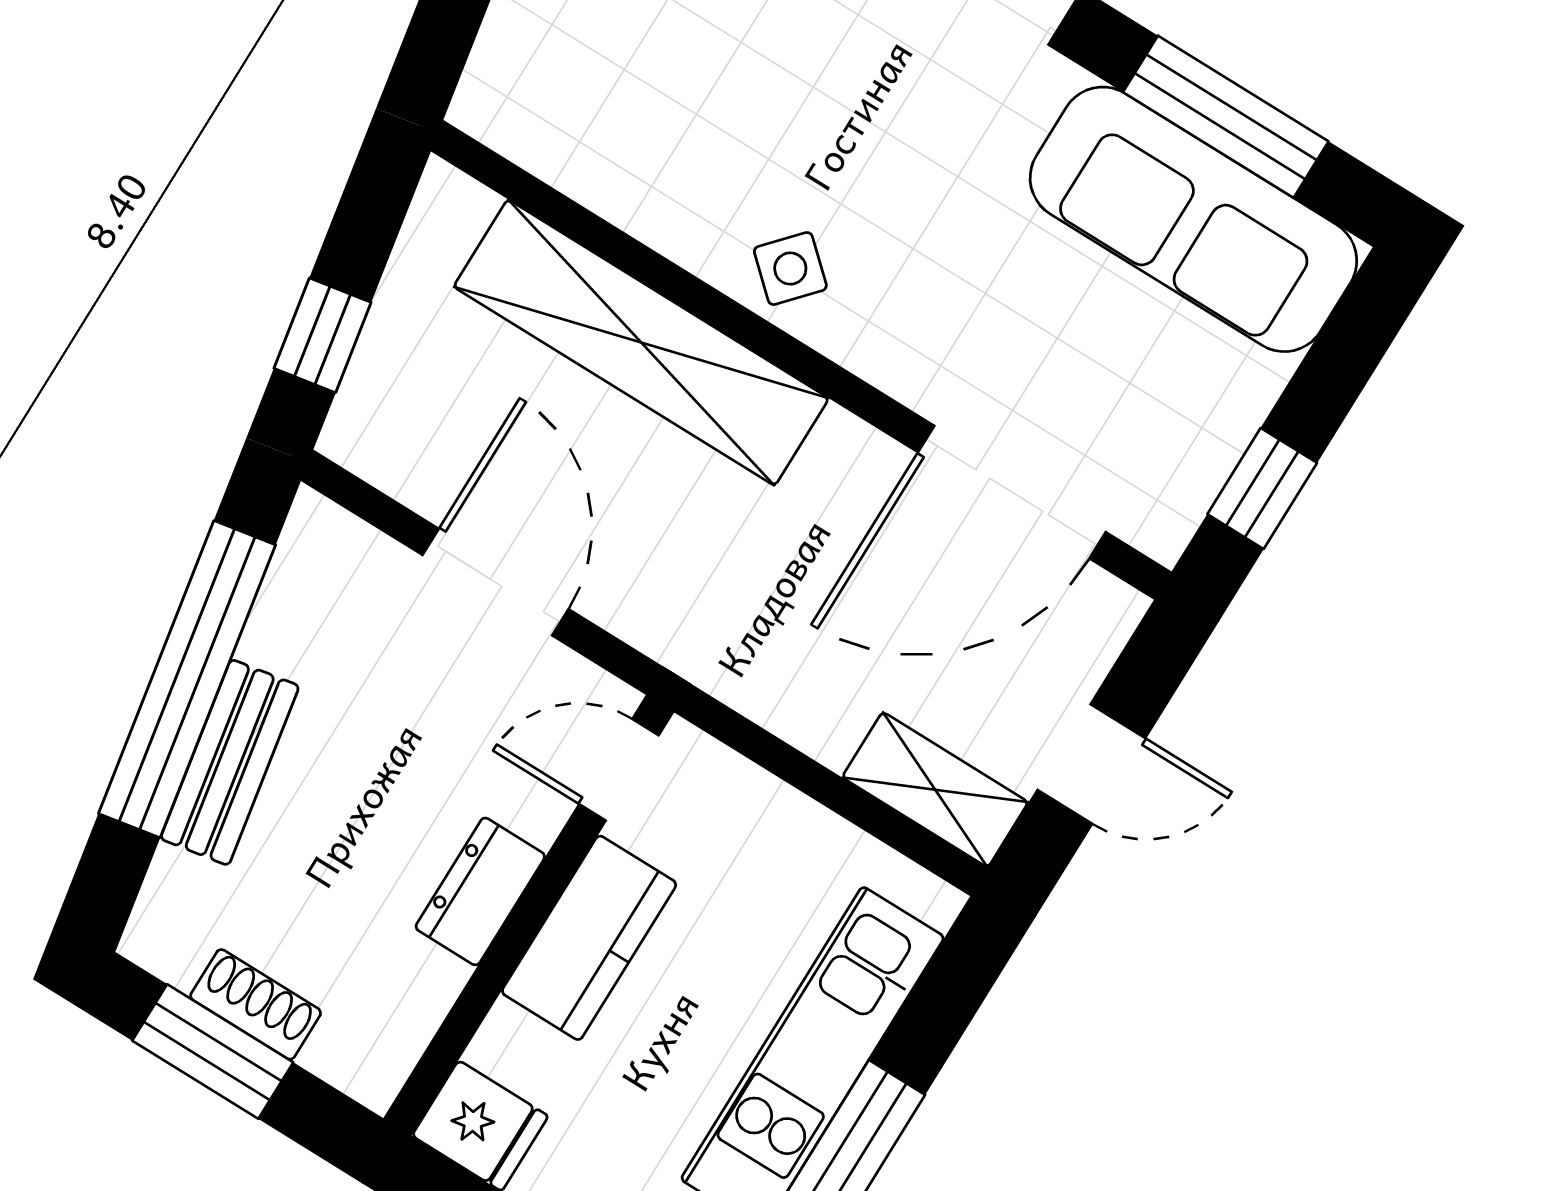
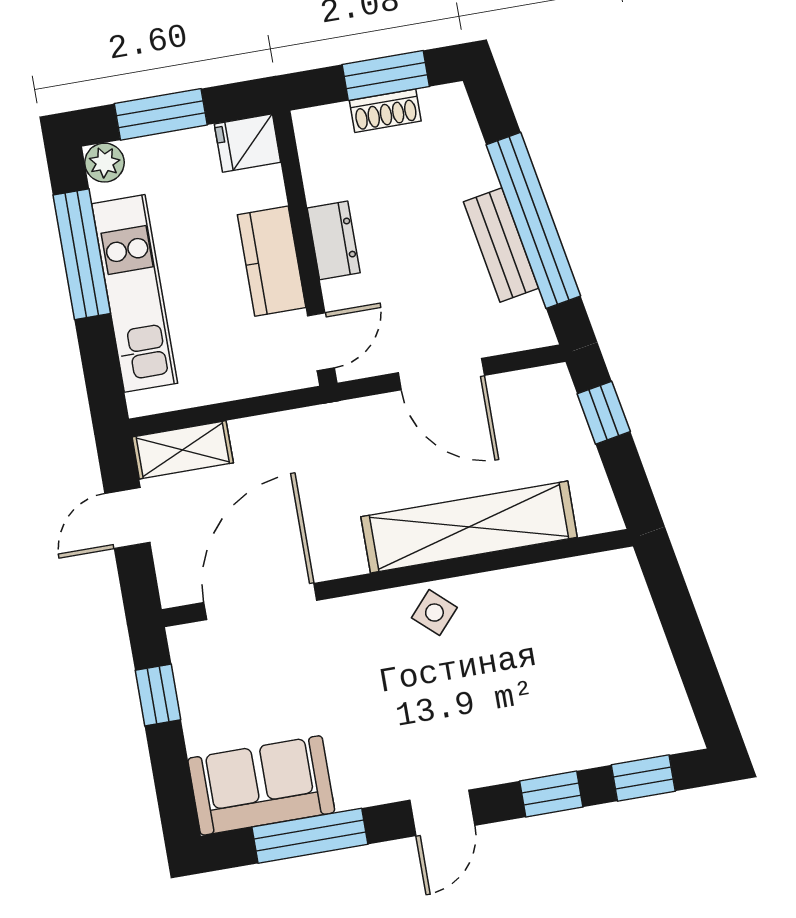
sofa: (1193, 219) -> (261, 785), width x0.73
bench: (230, 762) -> (501, 245), moved

